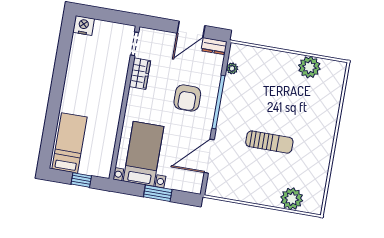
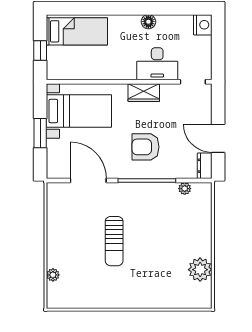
desk: (112, 74) -> (157, 64), added
wardrobe: (140, 74) -> (144, 93), moved
floor lamp: (72, 75) -> (148, 22), added
plant: (292, 199) -> (53, 275), width x0.53, depth x0.53

